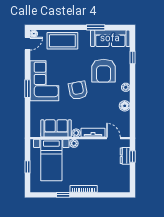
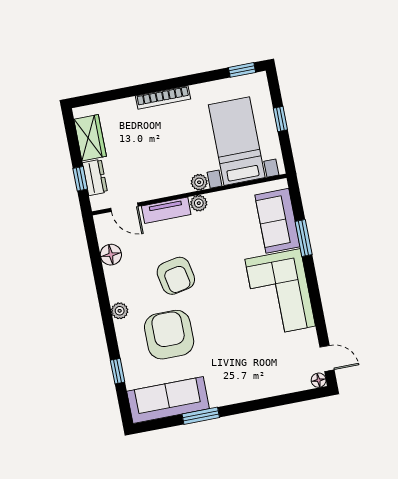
coffee table: (62, 41) -> (260, 377), removed
door: (28, 44) -> (327, 358), swing flipped
window: (28, 89) -> (304, 238), moved
armchair: (78, 90) -> (176, 276), moved
floor lamp: (125, 106) -> (111, 255), moved
sofa: (56, 128) -> (277, 221), moved, turned 90
wardrobe: (124, 176) -> (90, 138), added
window: (63, 195) -> (242, 70), moved

